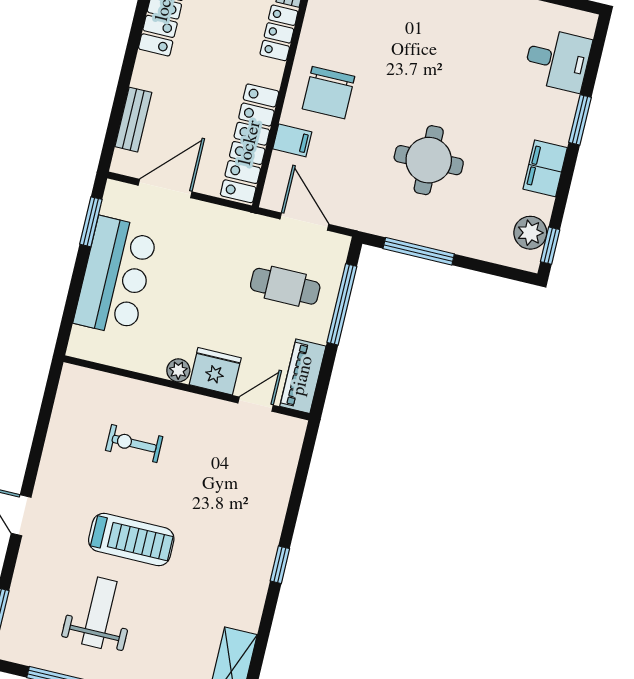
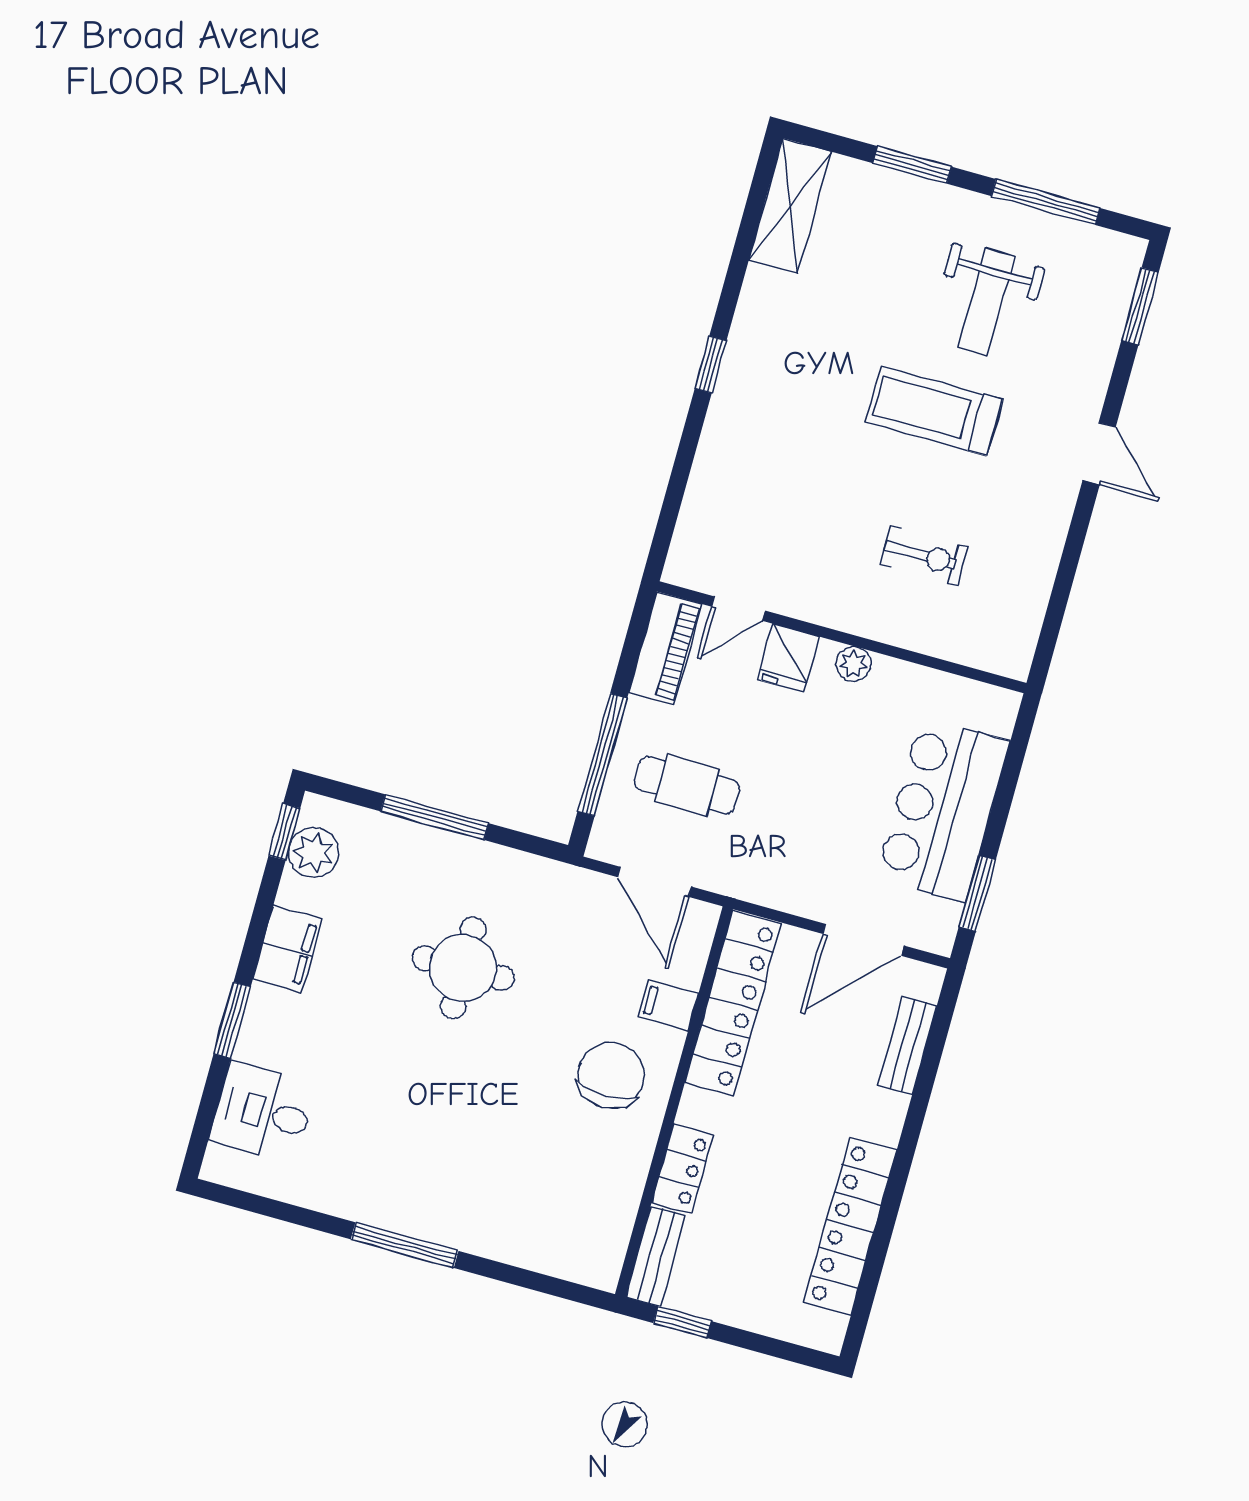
window: (419, 251) -> (435, 817), moved
fridge: (215, 371) -> (789, 658), width x0.72

